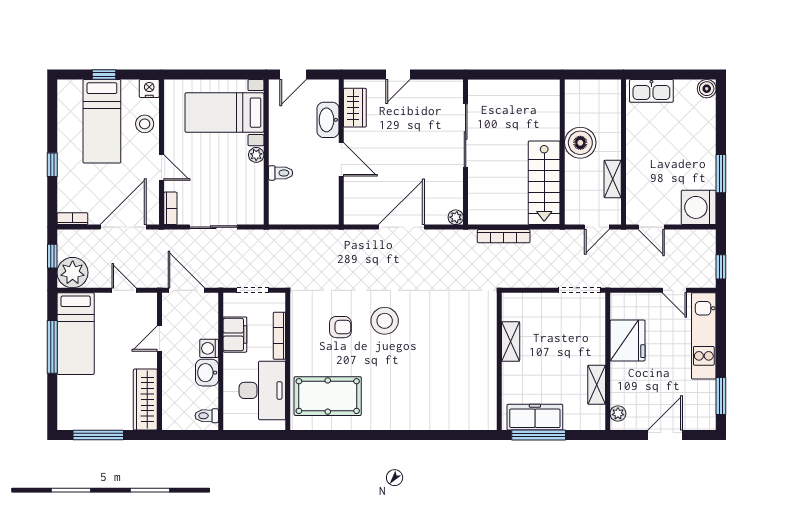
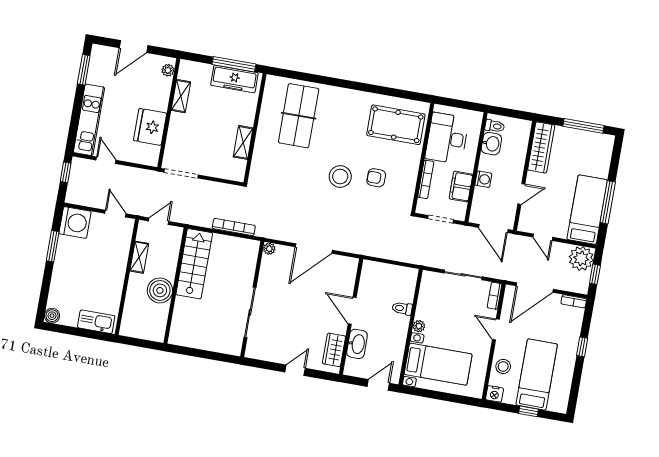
washbasin: (207, 373) -> (491, 144), moved
table tennis table: (449, 386) -> (299, 116), added

